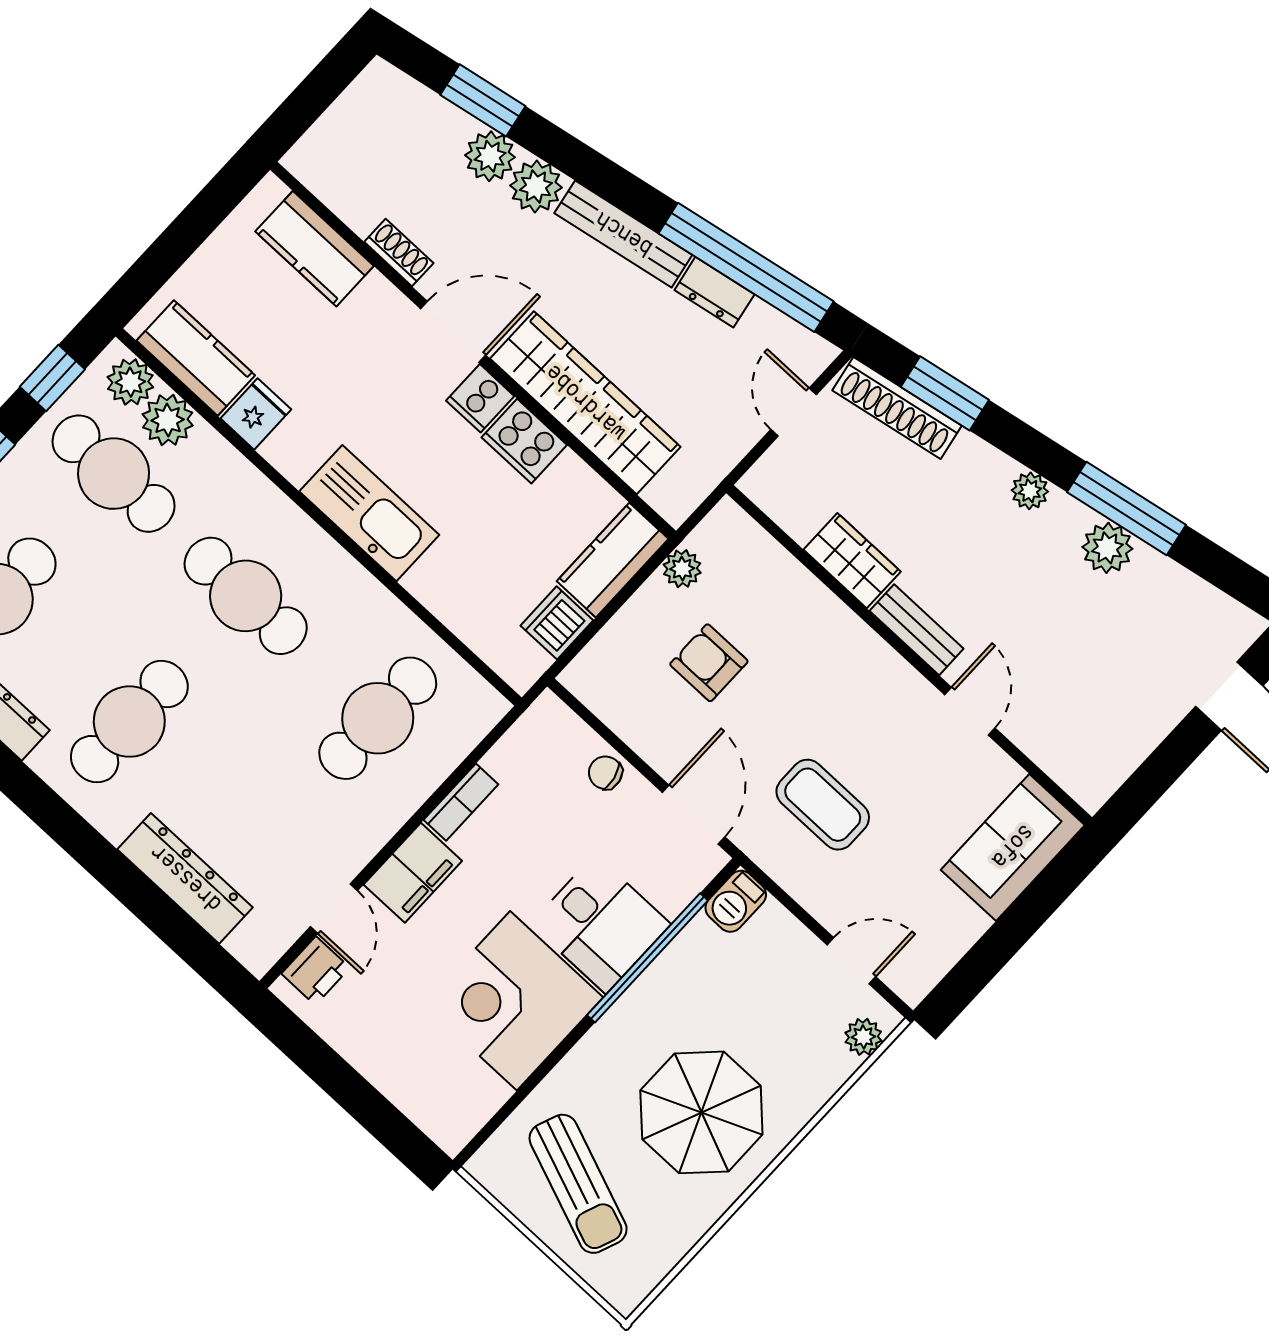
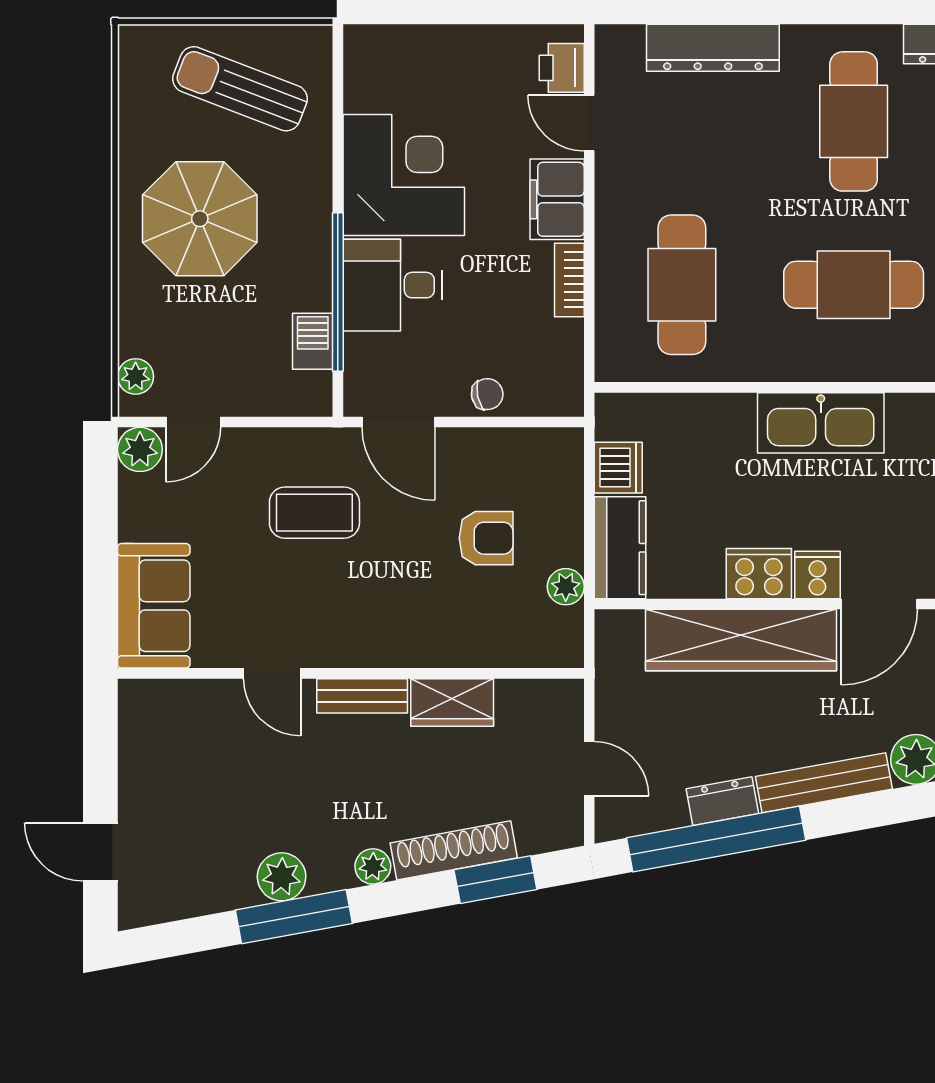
shoe rack: (897, 408) -> (454, 850), moved
barbecue: (736, 901) -> (313, 341), moved
plant: (912, 978) -> (140, 449), added

